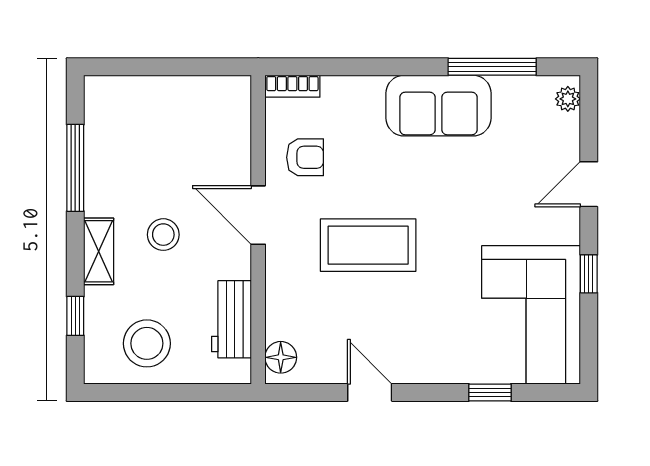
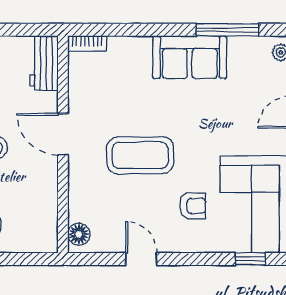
armchair: (305, 157) -> (193, 206), moved
workbench: (232, 319) -> (44, 63), moved
window: (490, 392) -> (250, 259), moved

